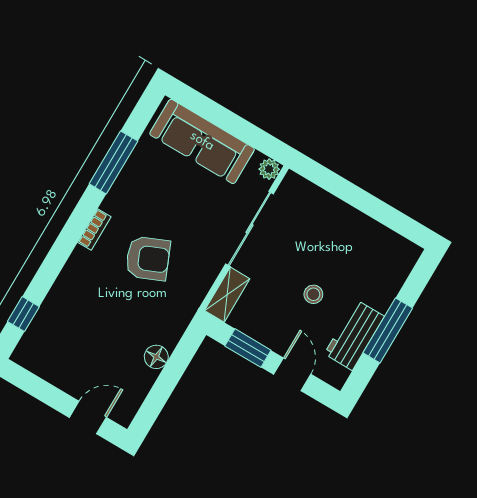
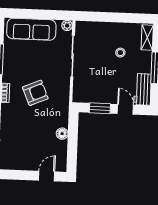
stool: (313, 294) -> (120, 53), moved
shelving: (227, 295) -> (147, 38), moved
workbench: (354, 335) -> (143, 89), moved

